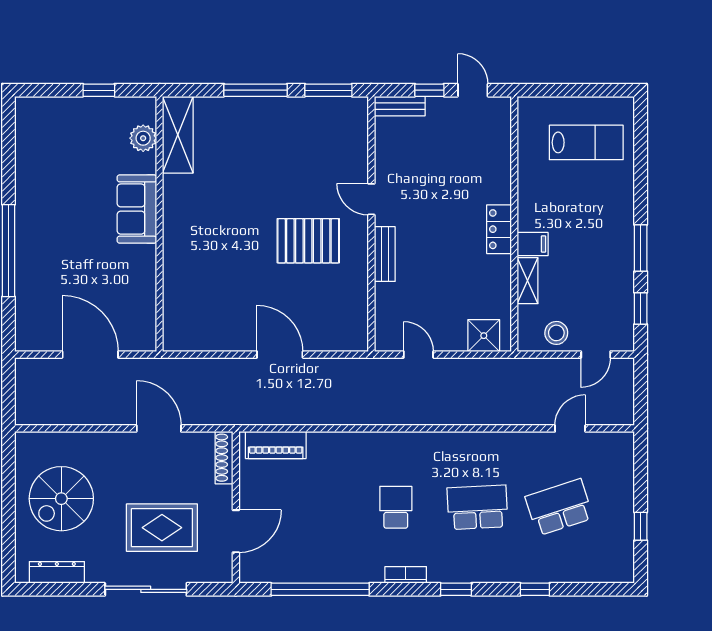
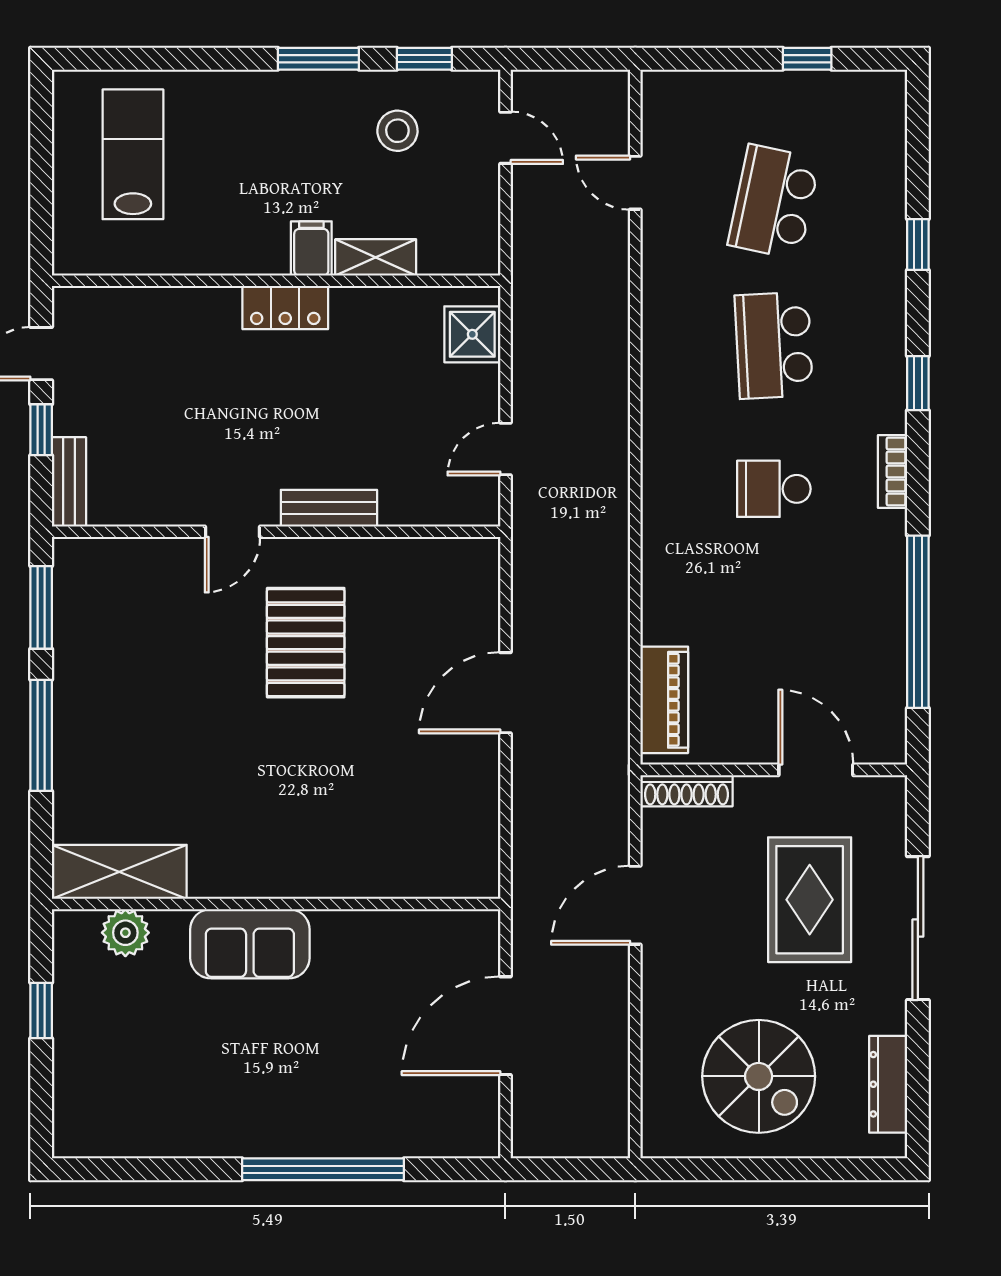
stool: (556, 333) -> (397, 131), moved
school desk: (559, 507) -> (774, 202), turned 30

